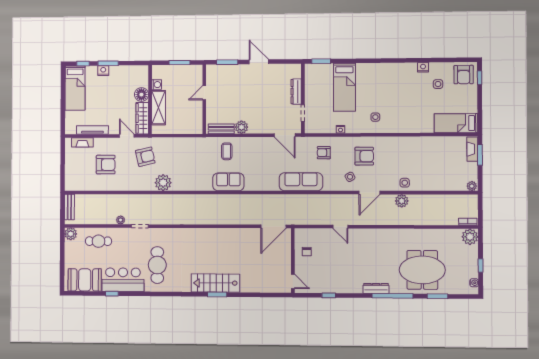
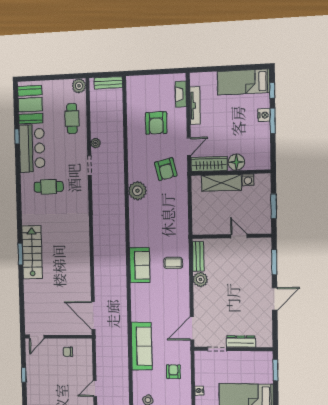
cafe table: (157, 265) -> (49, 187), width x0.73, depth x0.74

